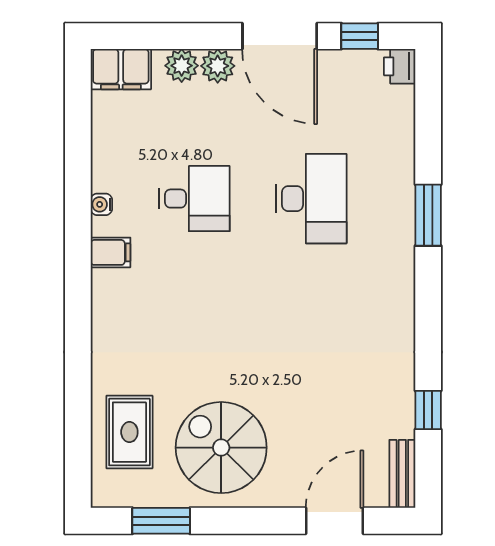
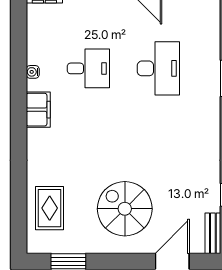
filing cabinet: (110, 252) -> (38, 110), width x2.00
spiral stairs: (221, 448) -> (125, 209), moved

